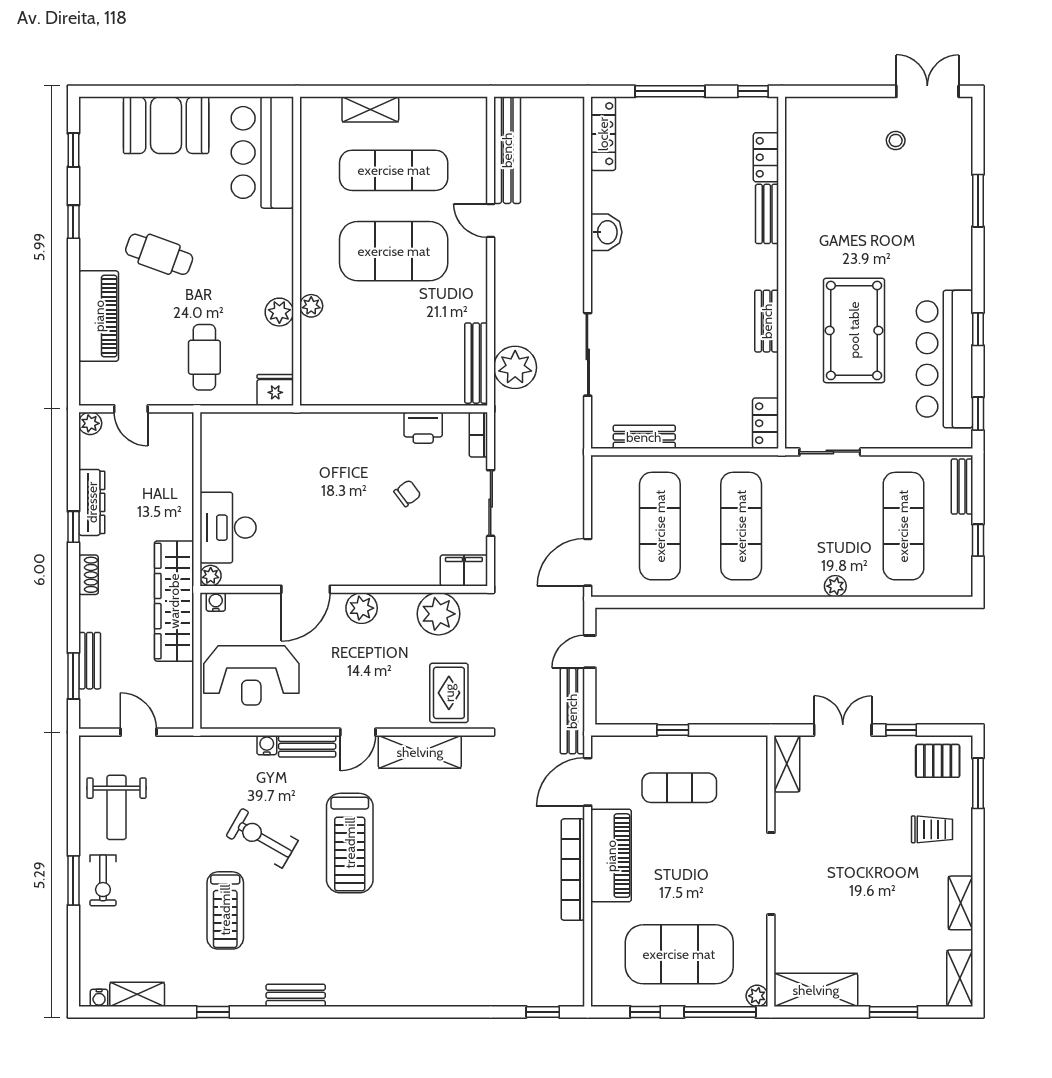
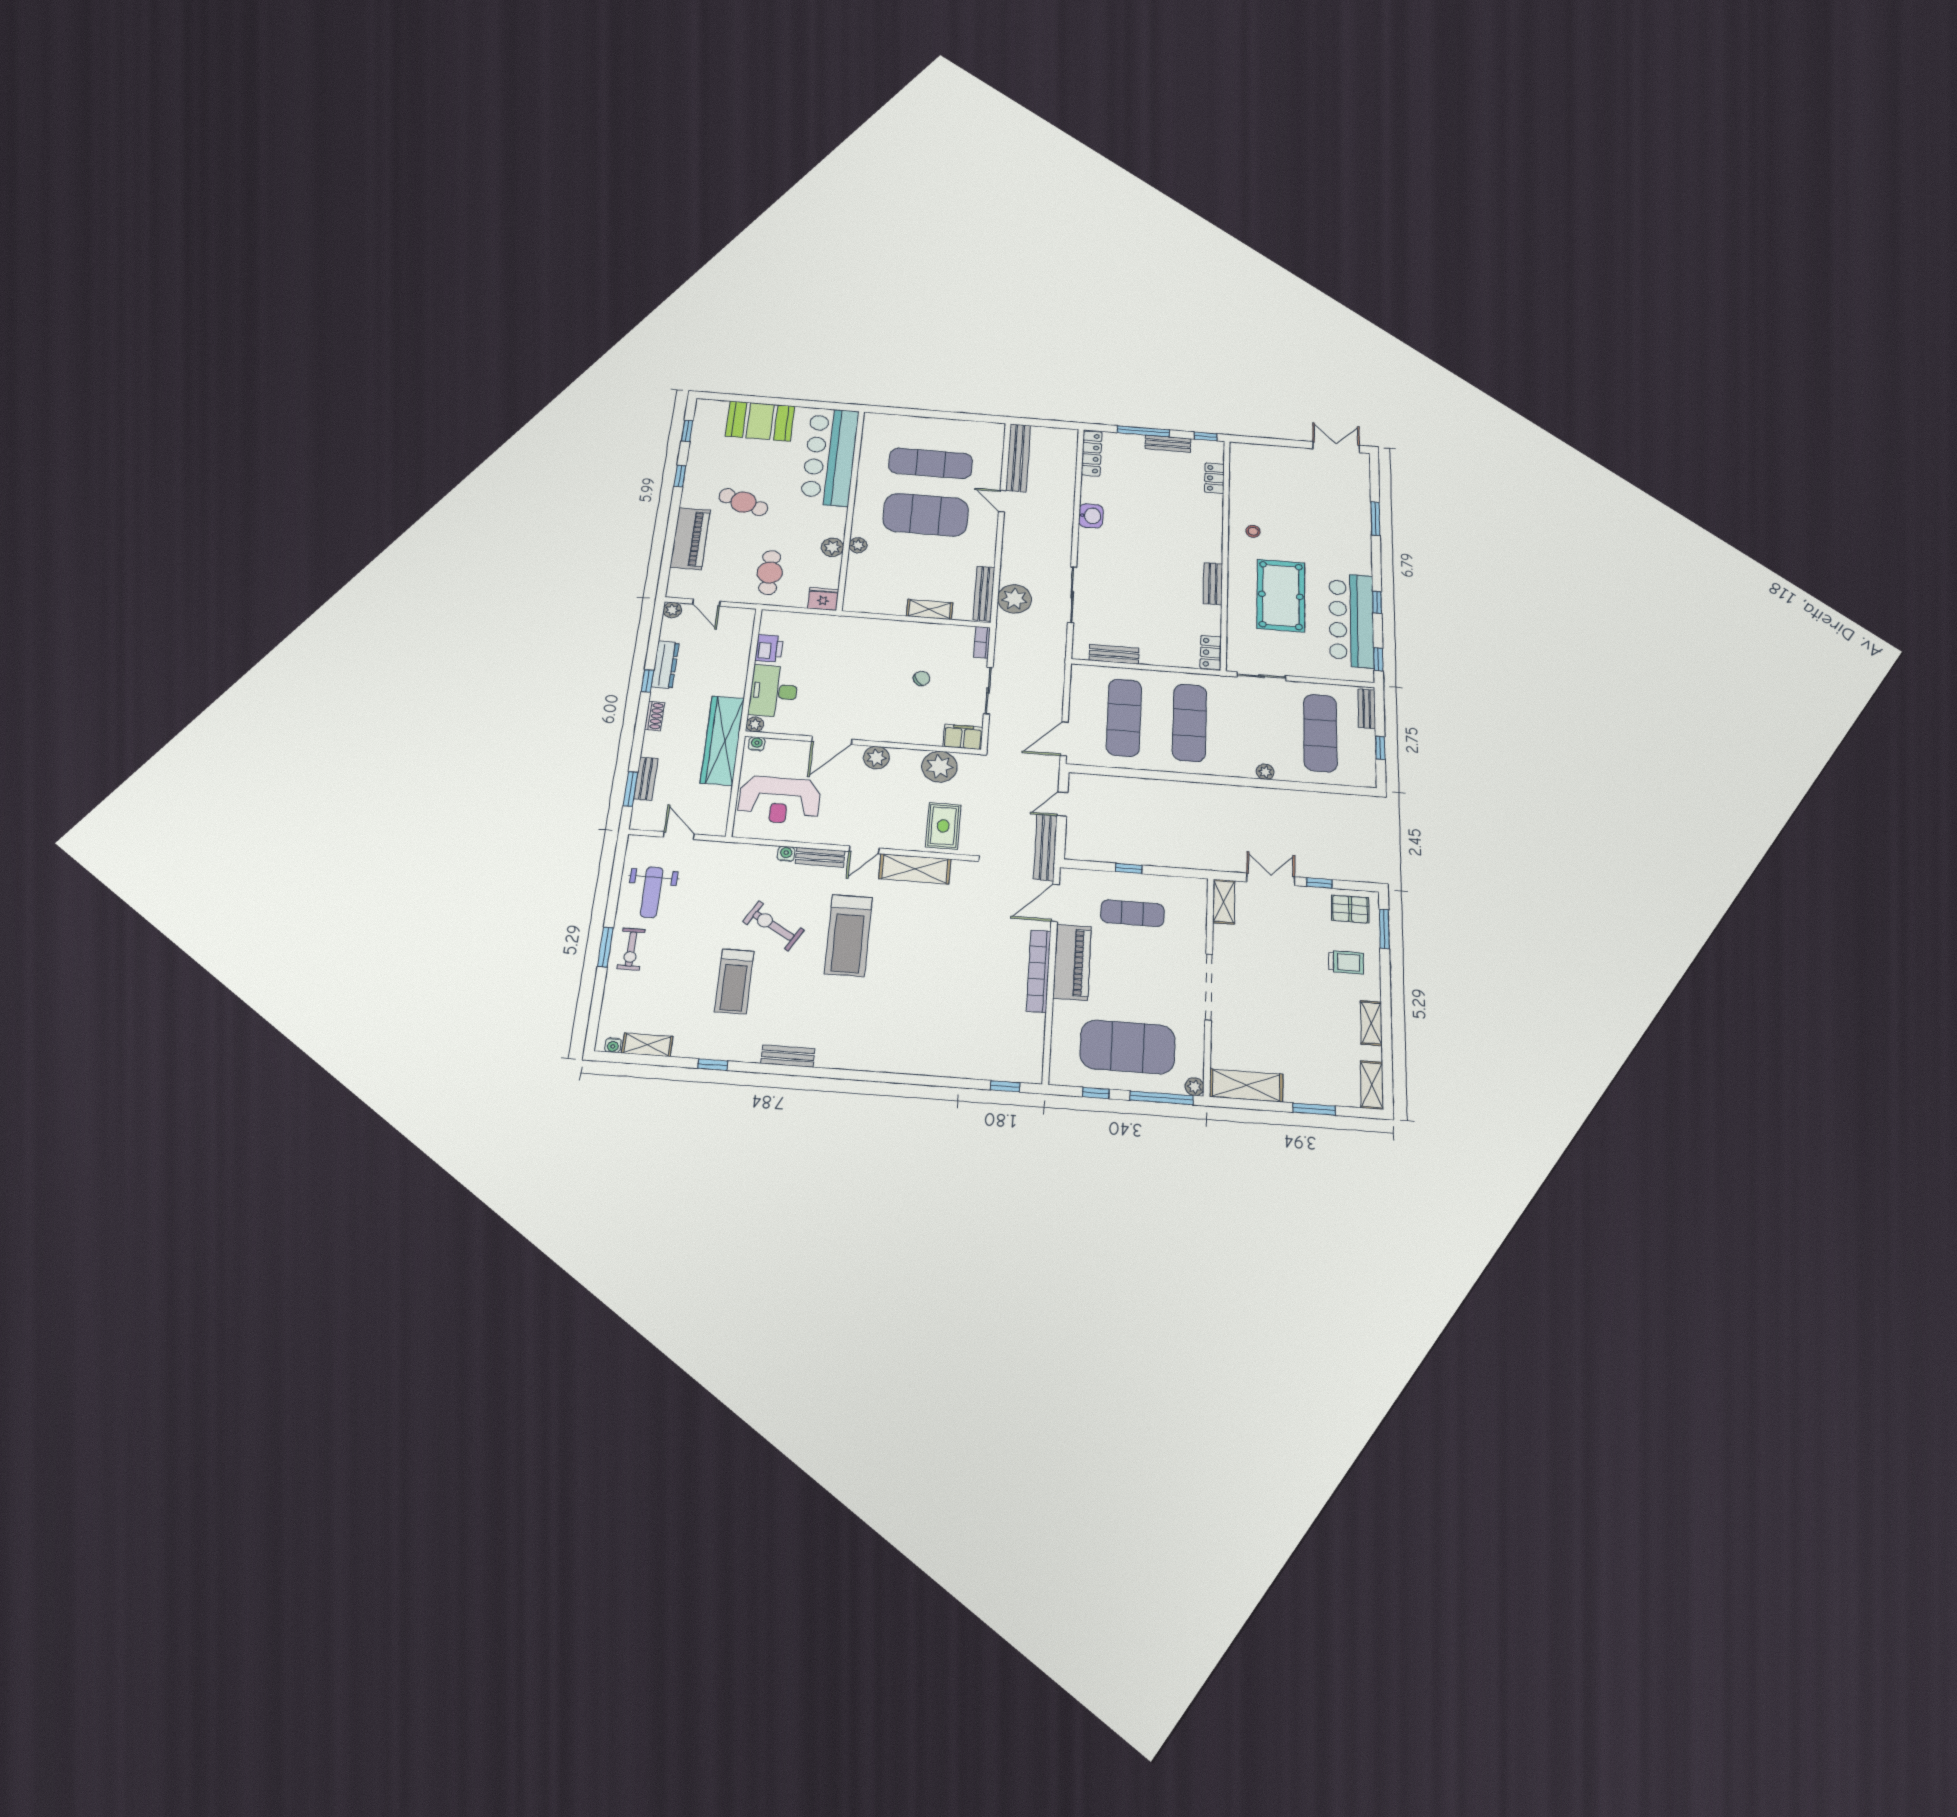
shelving: (370, 109) -> (930, 609), moved
stool: (896, 140) -> (1253, 531), moved
bar counter: (262, 152) -> (830, 457), width x1.36
bench: (767, 214) -> (1168, 444), moved, turned 90
printer: (423, 428) -> (769, 648), moved, turned -90

